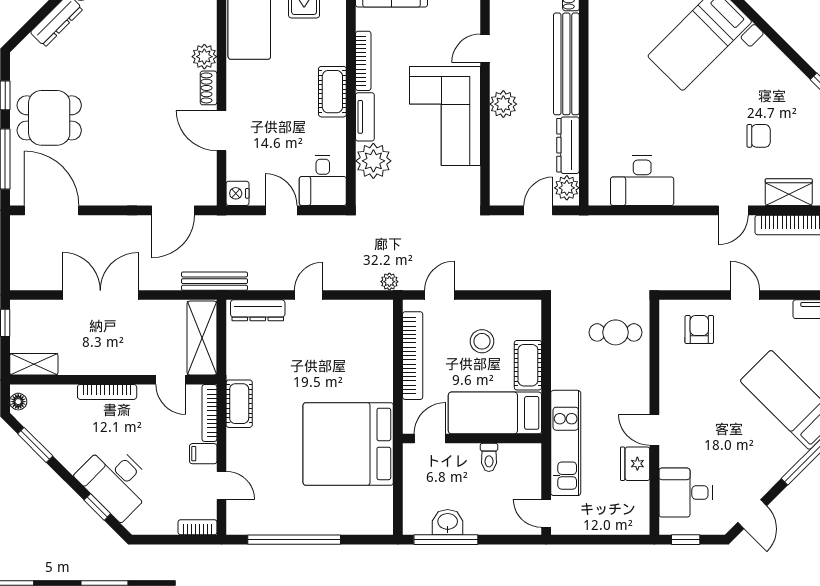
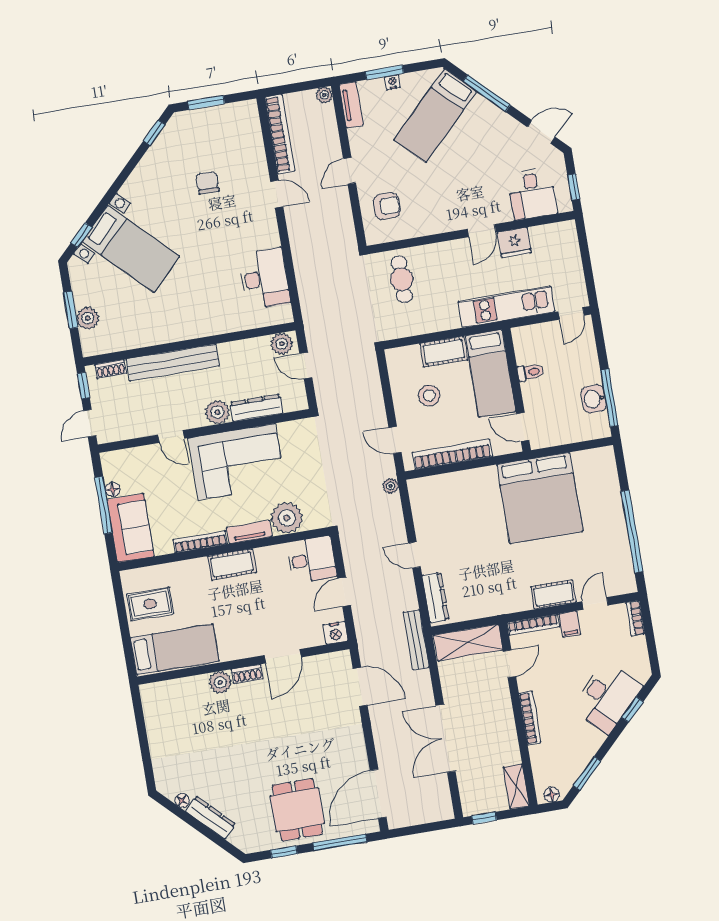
dresser: (568, 145) -> (256, 408), moved, turned 180
wardrobe: (789, 192) -> (252, 148), removed
armchair: (699, 330) -> (387, 206), turned 180
cot: (239, 404) -> (553, 594), moved

